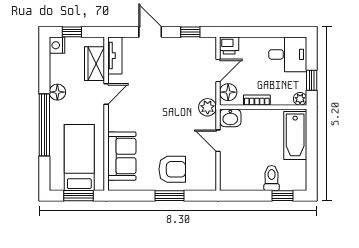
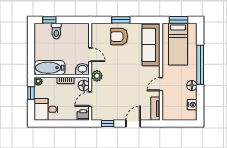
window: (72, 32) -> (183, 124), removed
door: (150, 32) -> (133, 124), swing flipped
nightstand: (57, 45) -> (192, 105), moved
wardrobe: (95, 64) -> (168, 103), removed
bathtub: (295, 136) -> (50, 68), moved, turned -90
sofa: (122, 156) -> (151, 45), width x1.36

